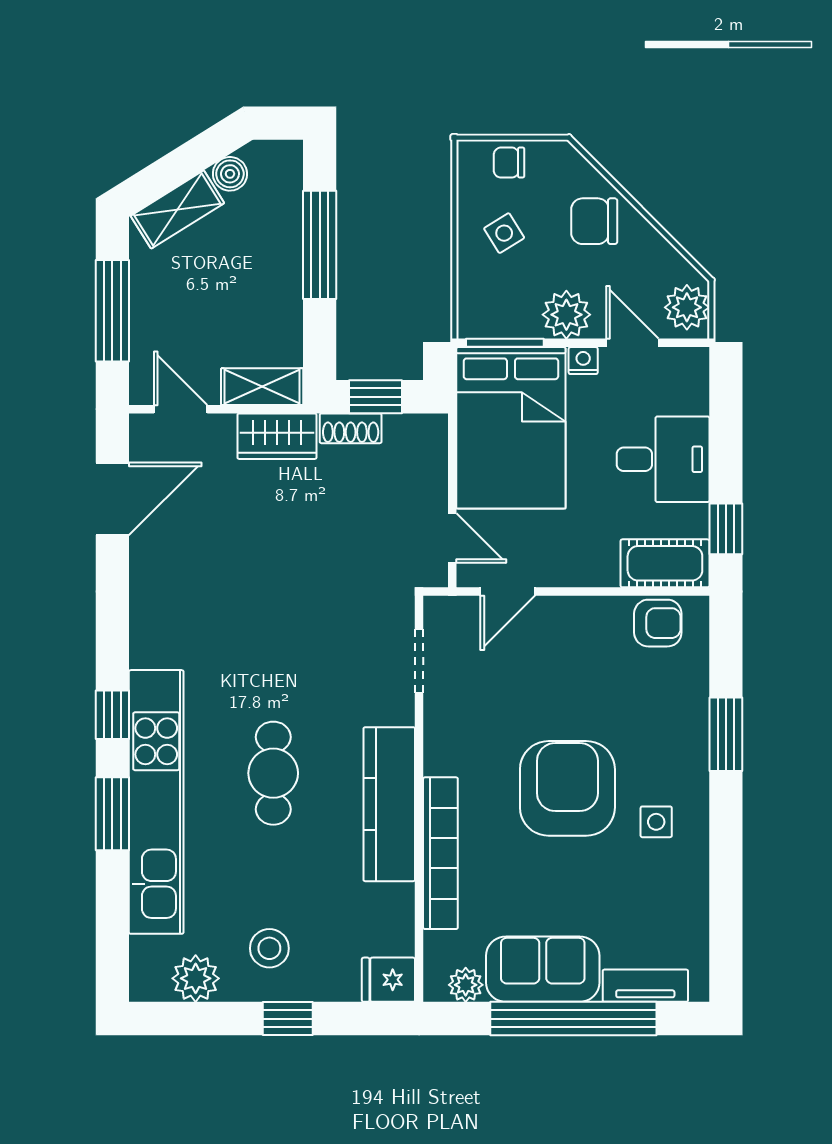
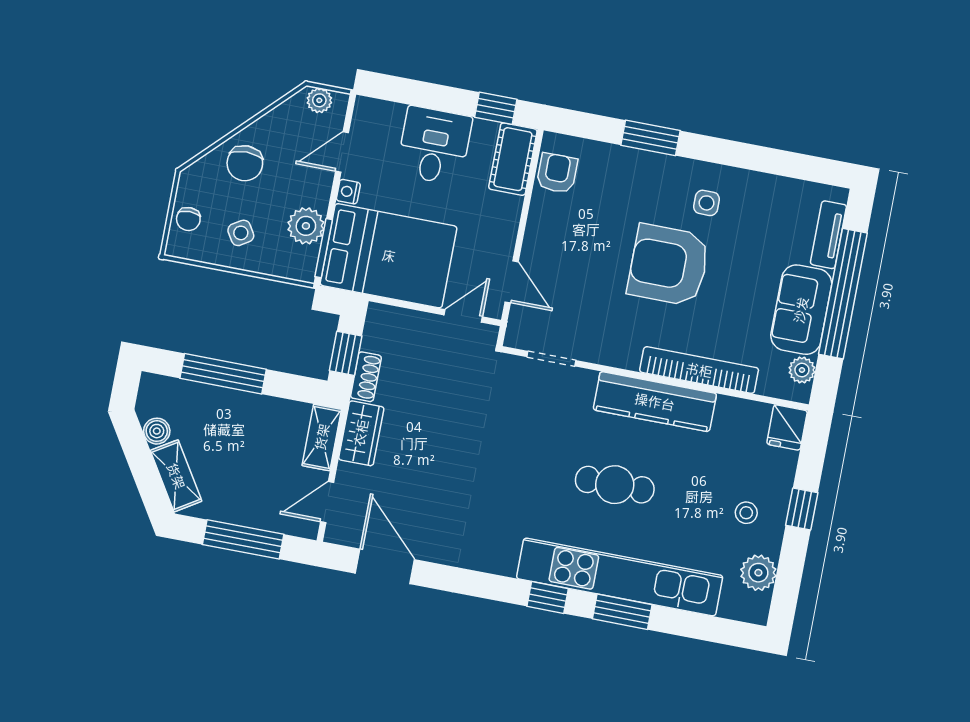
plant: (687, 307) -> (319, 100), width x0.73, depth x0.73
plant: (566, 315) -> (306, 226), moved
stool: (269, 948) -> (746, 513), width x0.73, depth x0.73

